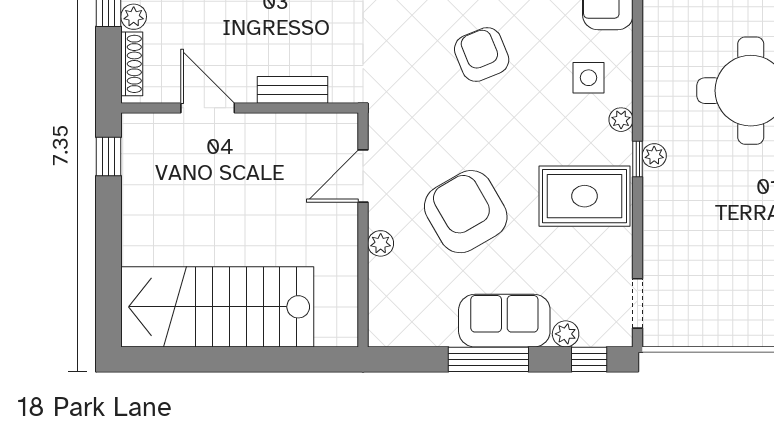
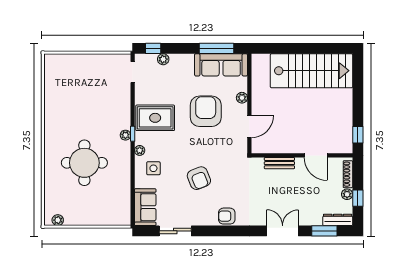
armchair: (466, 212) -> (206, 111), turned -150
sofa: (504, 321) -> (221, 65), moved, width x1.36
window: (488, 359) -> (216, 48), moved

